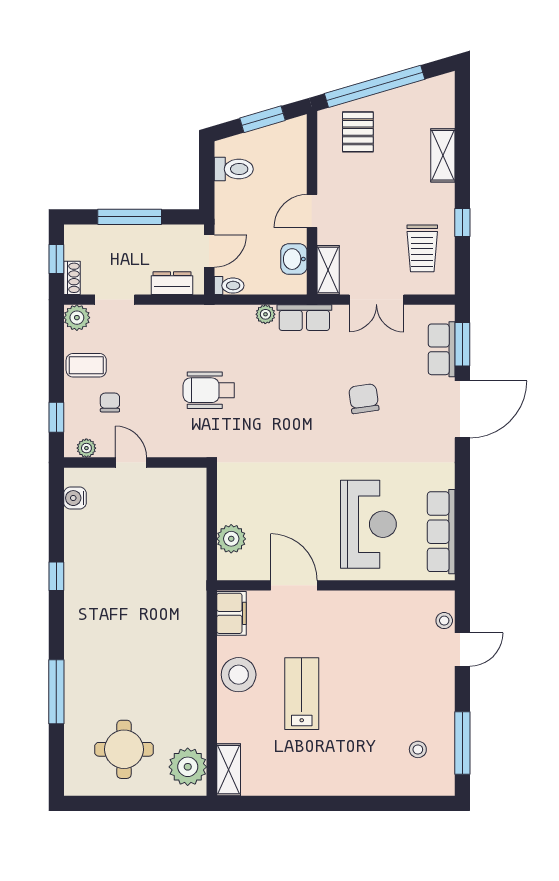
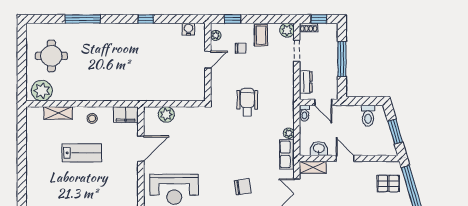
stool: (239, 675) -> (92, 118), width x0.53, depth x0.53
shelving: (229, 770) -> (58, 113), moved

